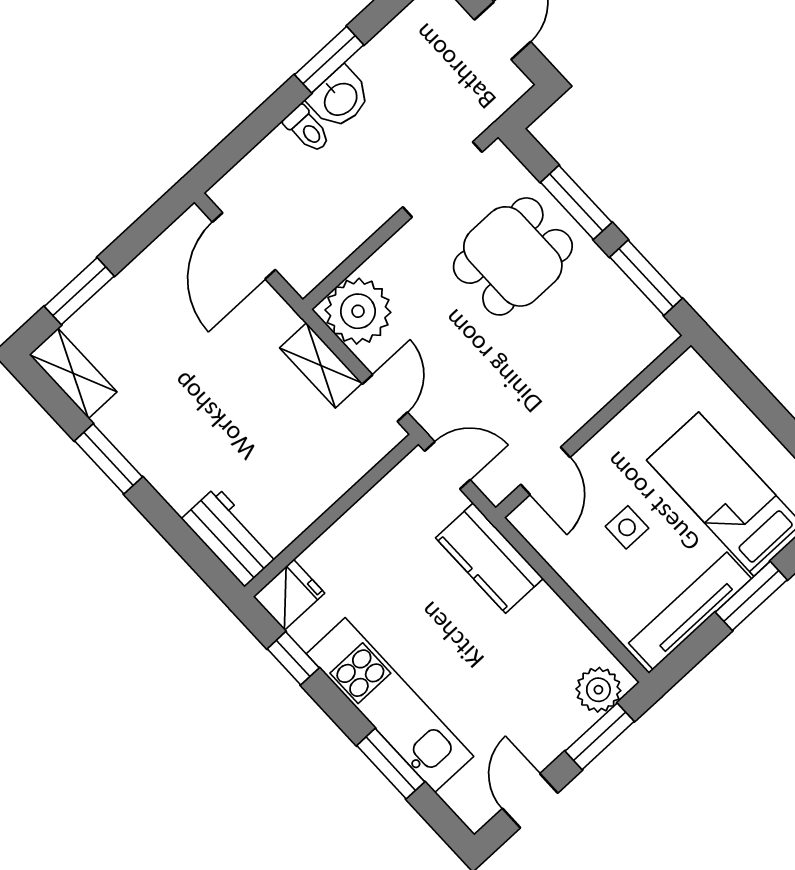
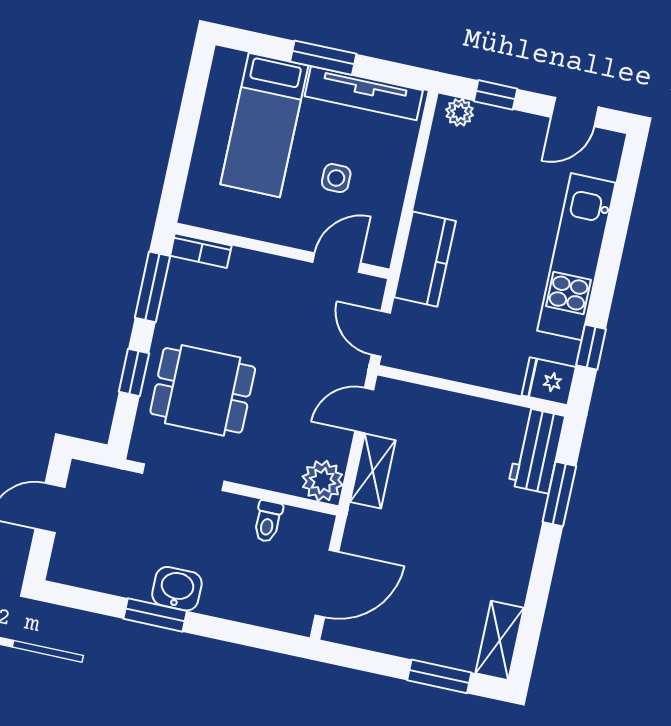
toilet: (307, 129) -> (268, 521), moved, turned 180
window: (576, 202) -> (134, 373), width x0.67
plant: (358, 311) -> (323, 481), width x0.73, depth x0.73
bookcase: (648, 349) -> (201, 251), added
window: (109, 459) -> (559, 494), moved
plant: (598, 690) -> (460, 112), width x0.73, depth x0.73
window: (600, 736) -> (496, 95), width x0.67
window: (391, 764) -> (617, 228), removed

